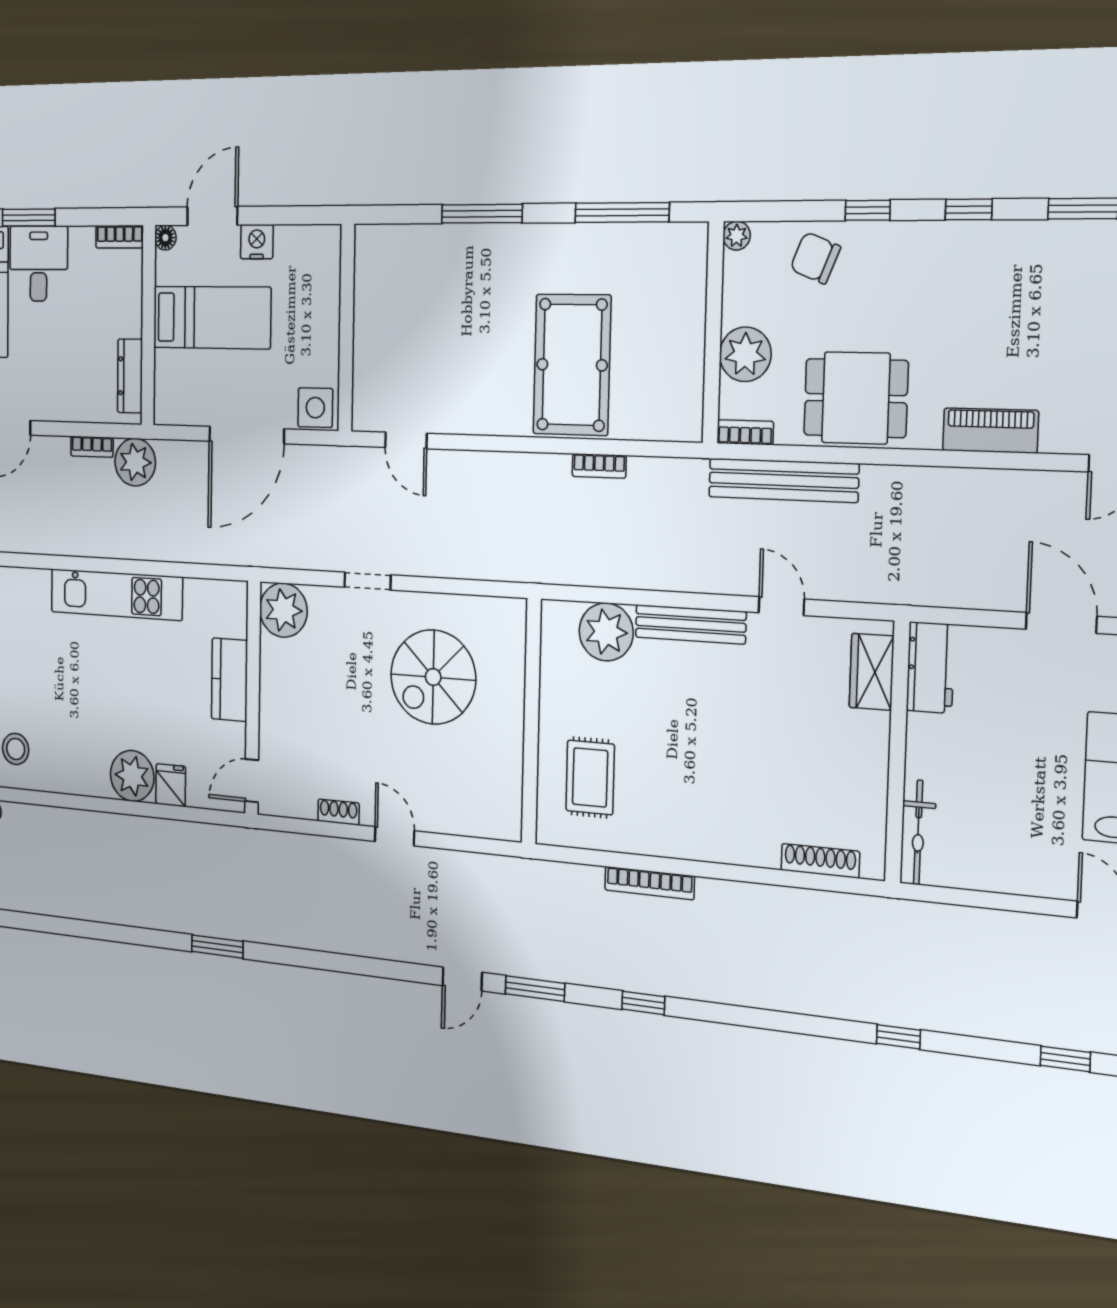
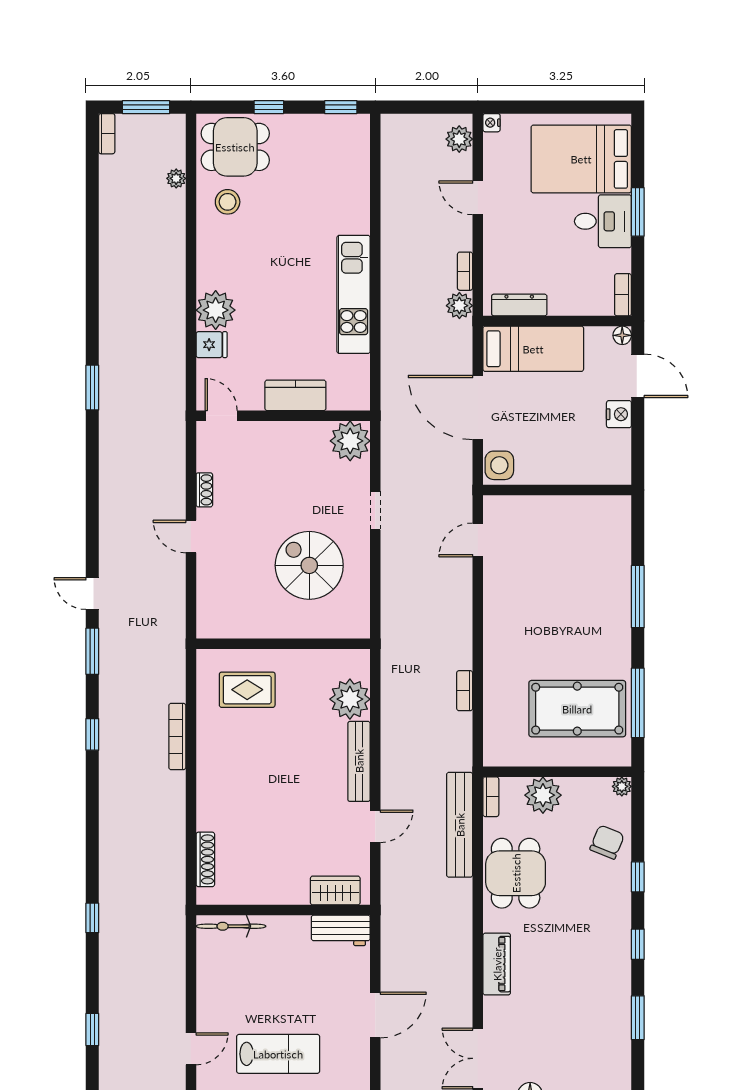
bed: (212, 318) -> (533, 349), moved, turned -90
pool table: (572, 365) -> (577, 709), moved
plant: (135, 462) -> (459, 306), width x0.73, depth x0.73
door: (395, 836) -> (191, 537), swing flipped

